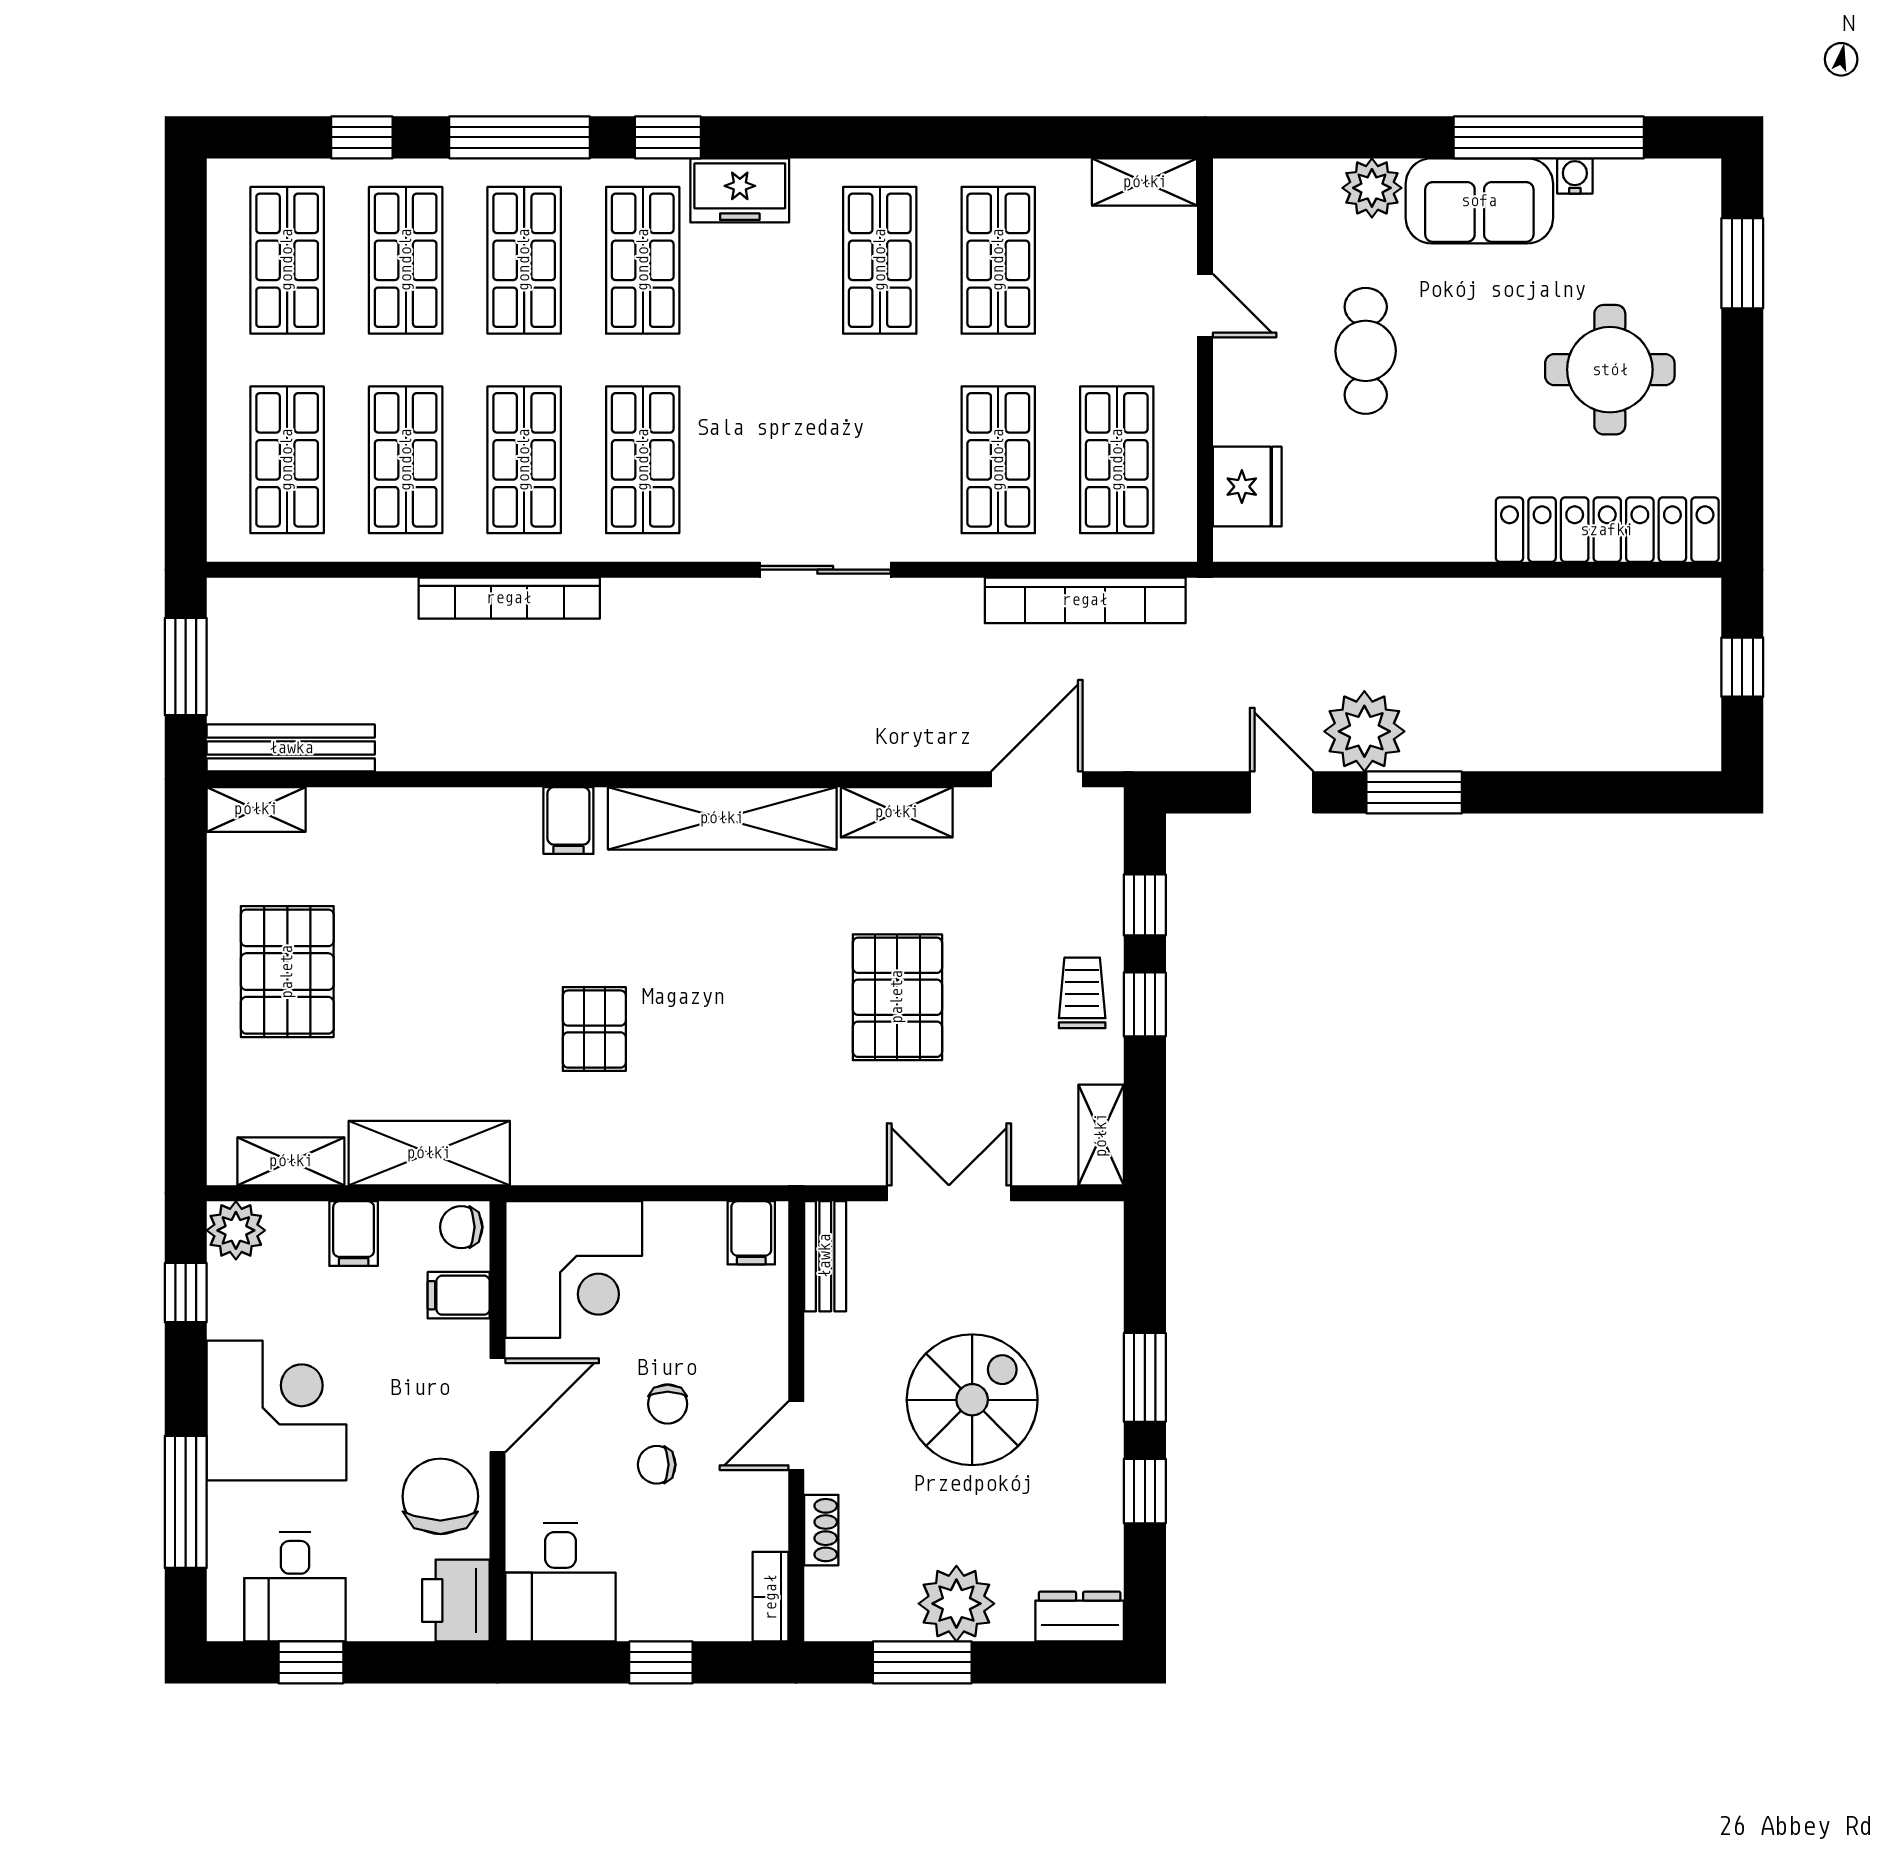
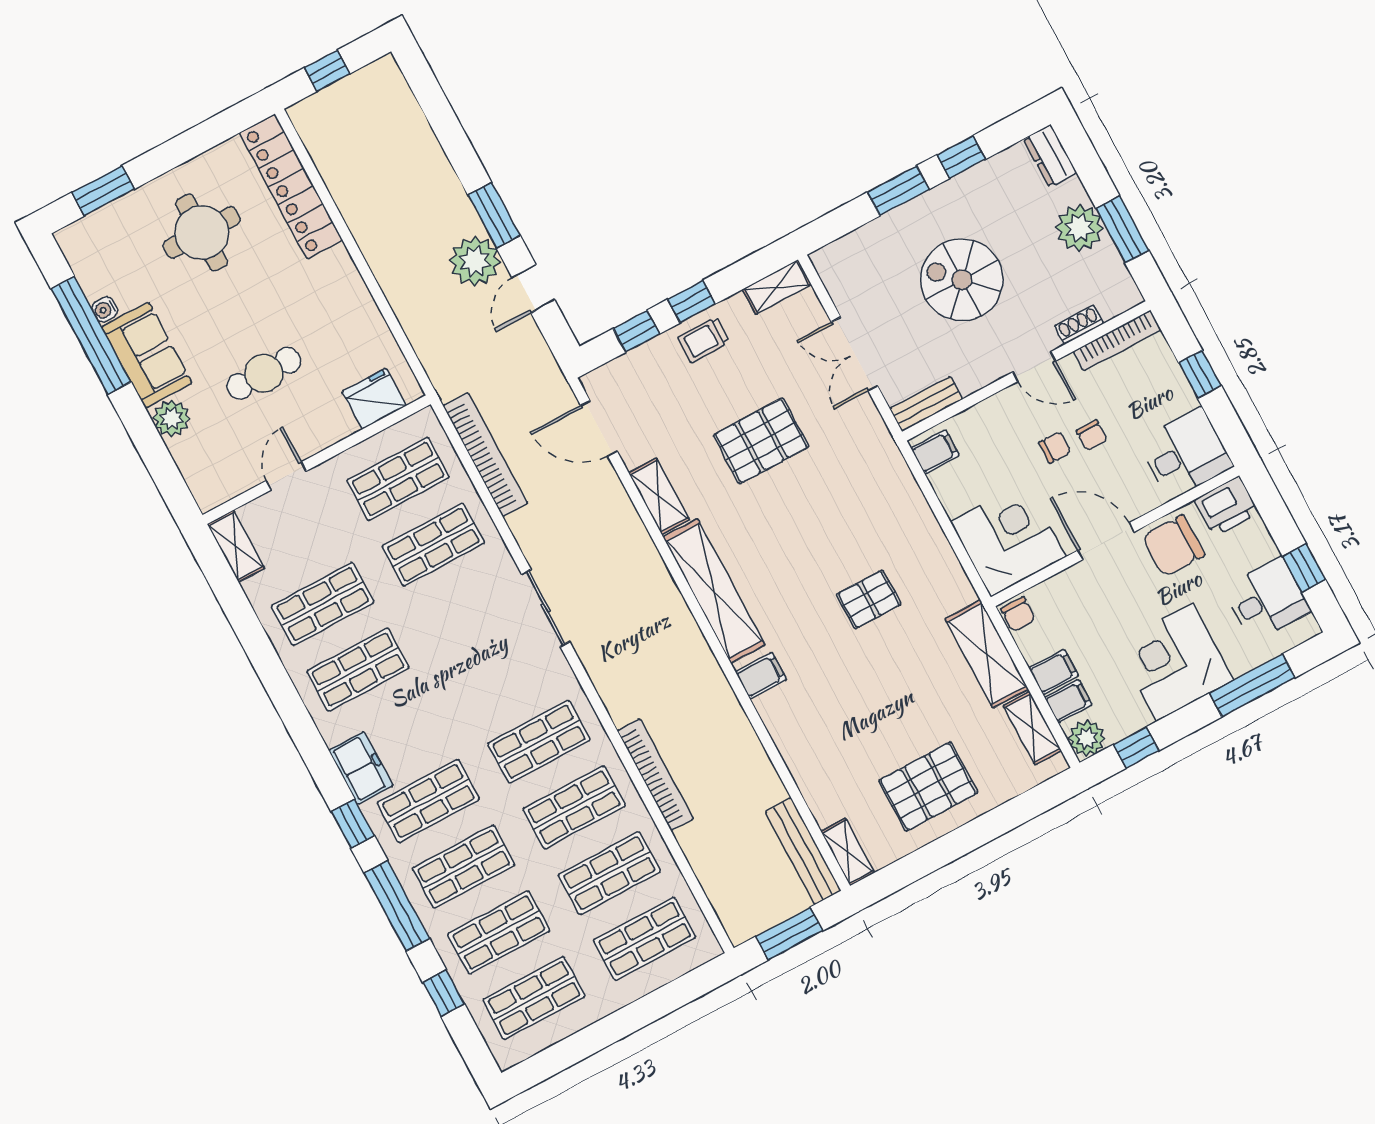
filing cabinet: (459, 1295) -> (1068, 701), moved, turned -90
bookcase: (771, 1597) -> (1117, 340), width x1.56

